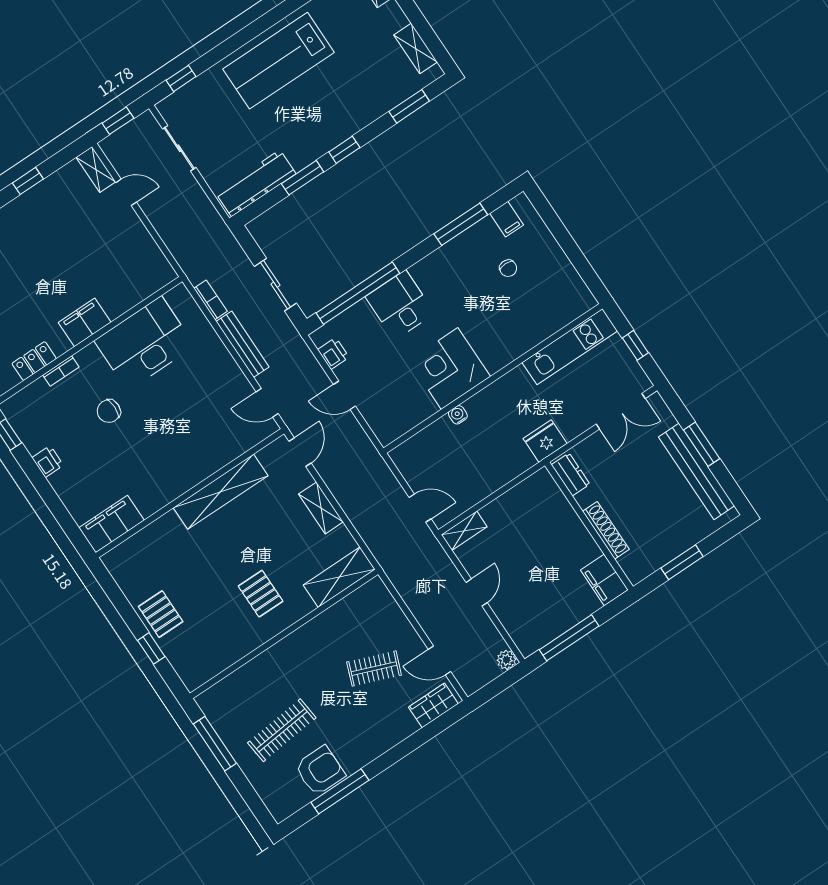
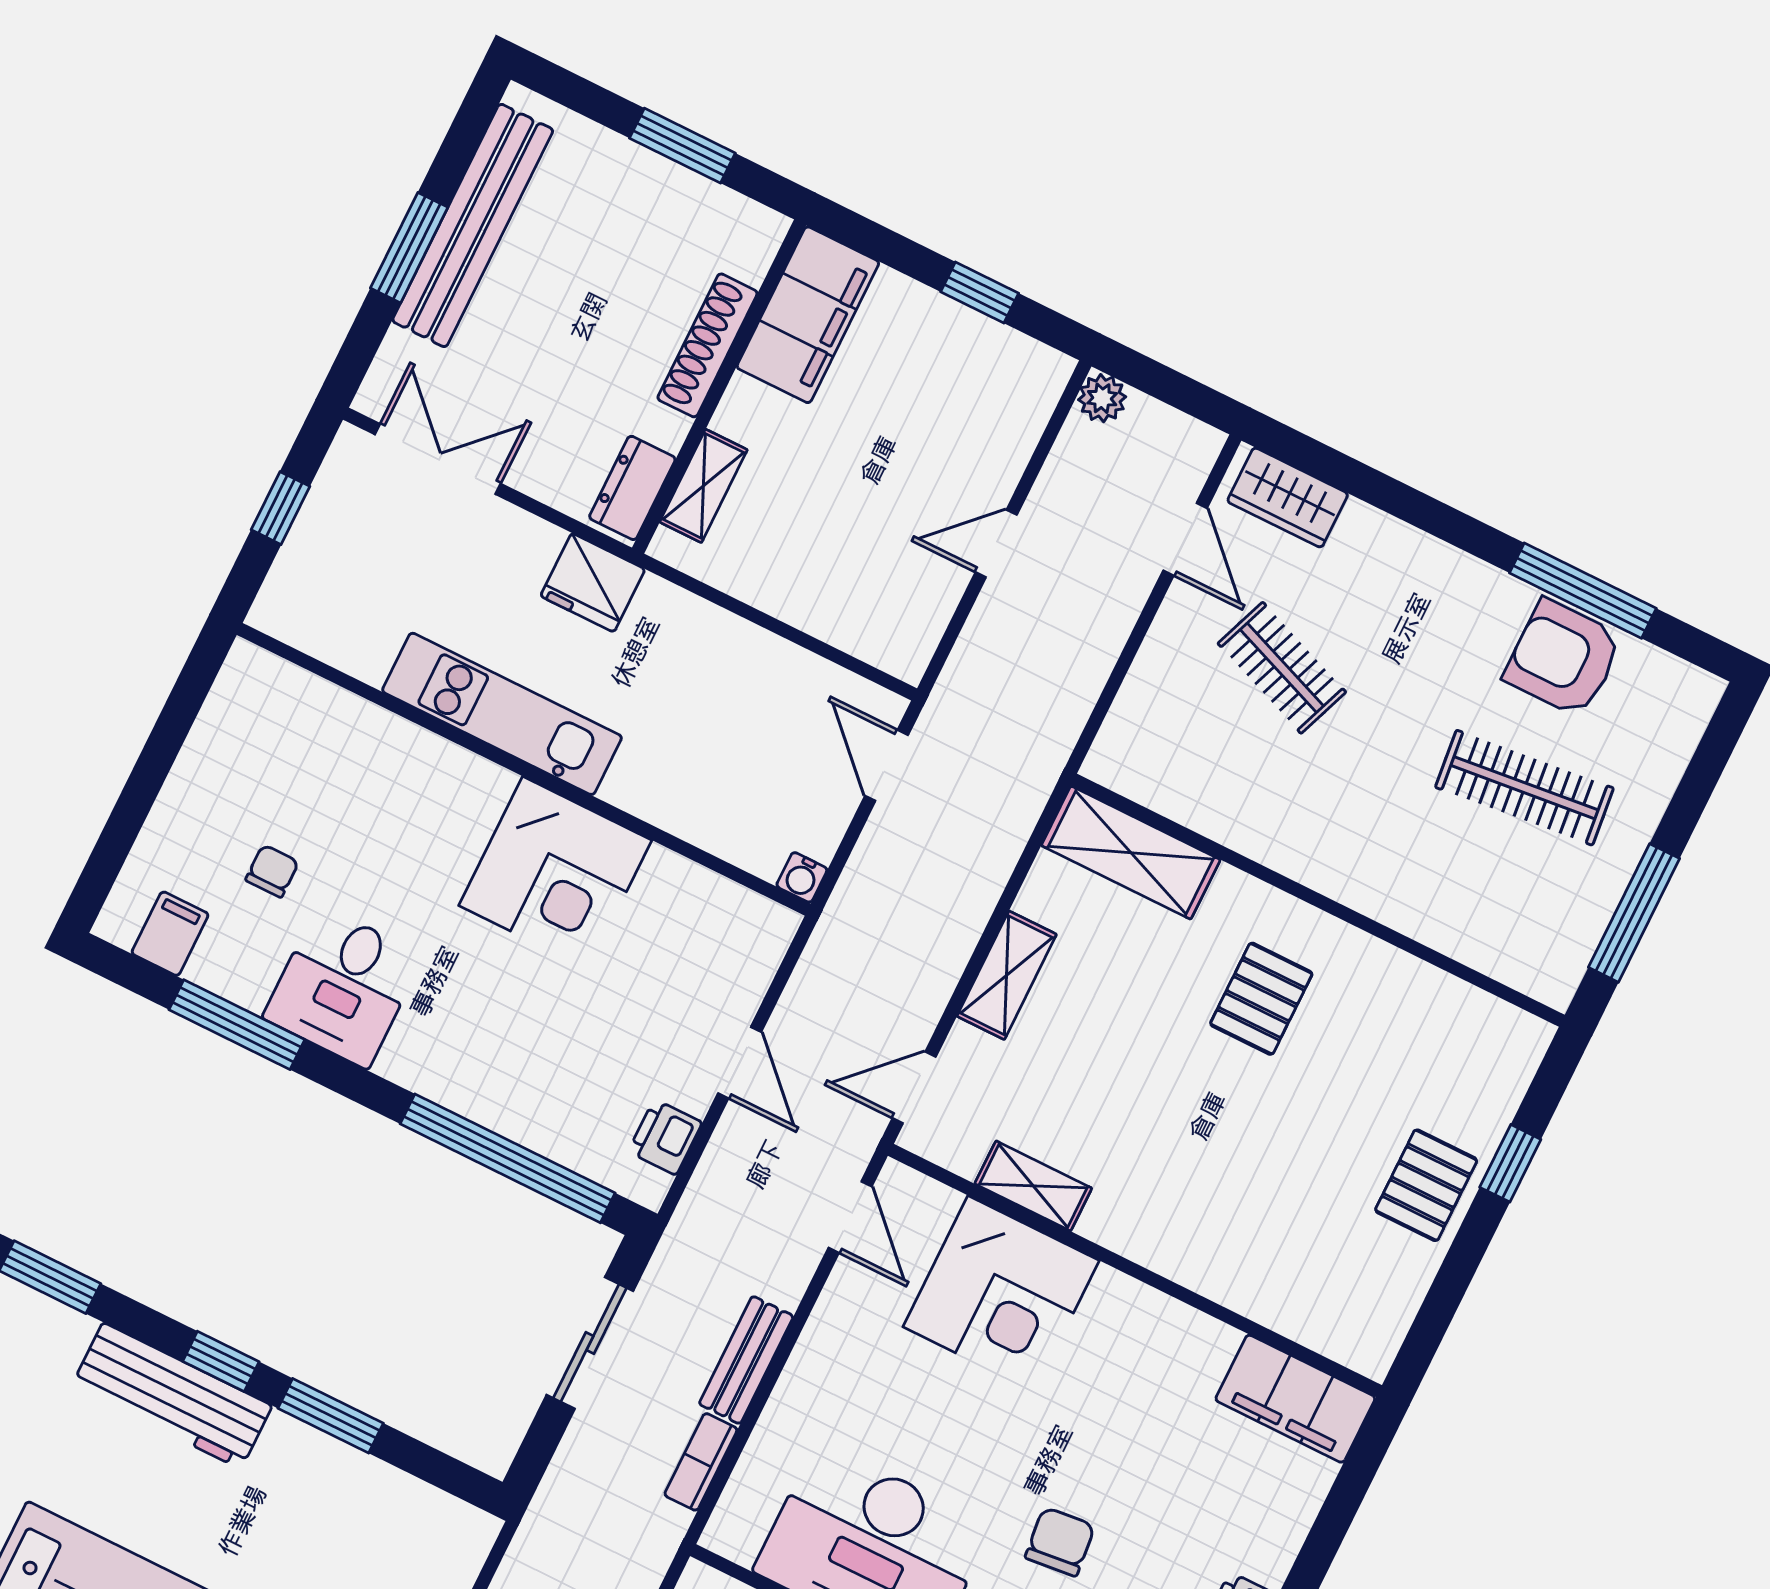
workbench: (256, 183) -> (172, 1396), moved
desk: (400, 305) -> (343, 987), moved
bench: (242, 344) -> (746, 1360), width x0.73
kitchen unit: (570, 347) -> (502, 714), moved
chair: (109, 411) -> (1060, 1542), turned -96
water cooler: (458, 415) -> (802, 877), moved
corner desk: (209, 441) -> (1001, 1294), added
shelving: (221, 492) -> (1033, 1186), width x0.45, depth x0.75
shelving: (464, 531) -> (703, 486), moved, turned 90
filing cabinet: (604, 580) -> (808, 315), width x1.50, depth x1.17
window: (569, 638) -> (980, 292), width x0.46

